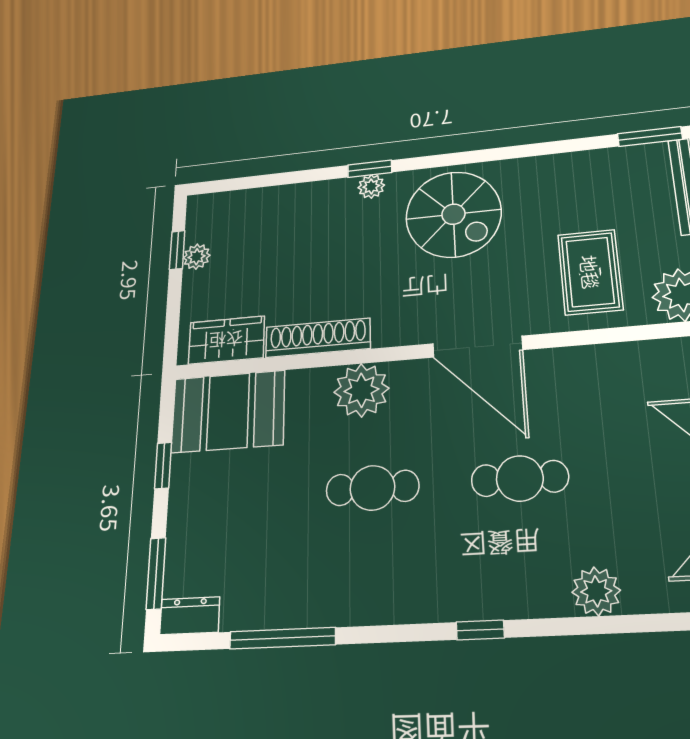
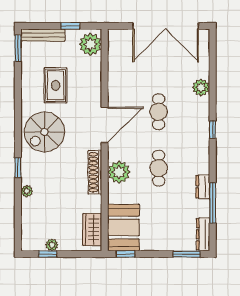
plant: (371, 186) -> (27, 191), moved
spiral stairs: (453, 214) -> (45, 132), turned 180
rug: (590, 272) -> (56, 85), moved, turned 90
shoe rack: (318, 338) -> (95, 172), moved
window: (163, 465) -> (126, 254), moved
dresser: (325, 609) -> (203, 187), added
dresser: (190, 616) -> (203, 234), width x1.44

